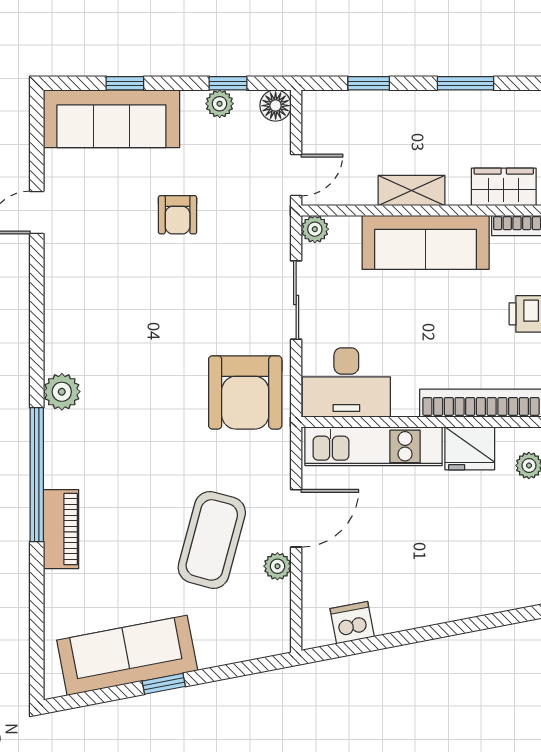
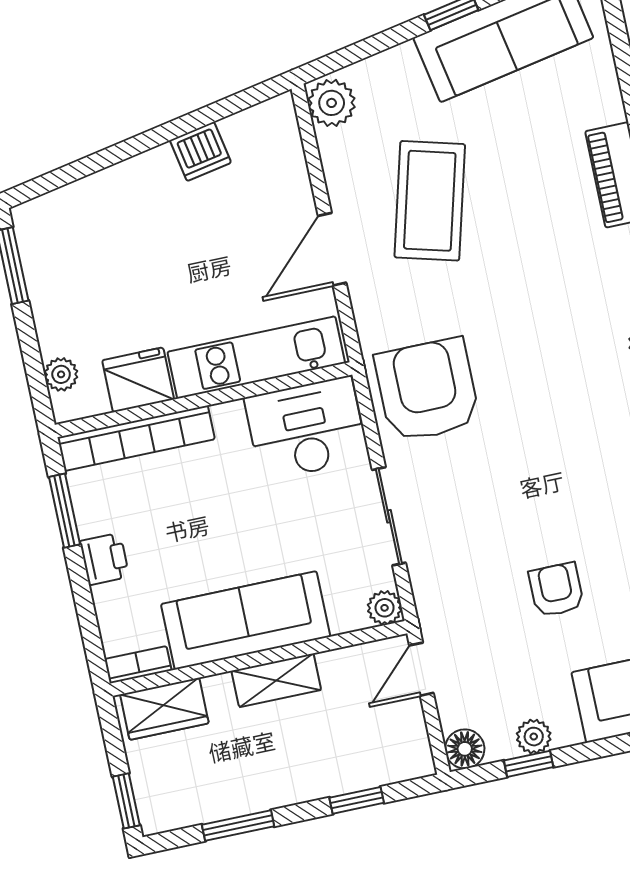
plant: (277, 566) -> (332, 103), moved, width x1.38, depth x1.38
dishwasher: (352, 623) -> (200, 151), moved

